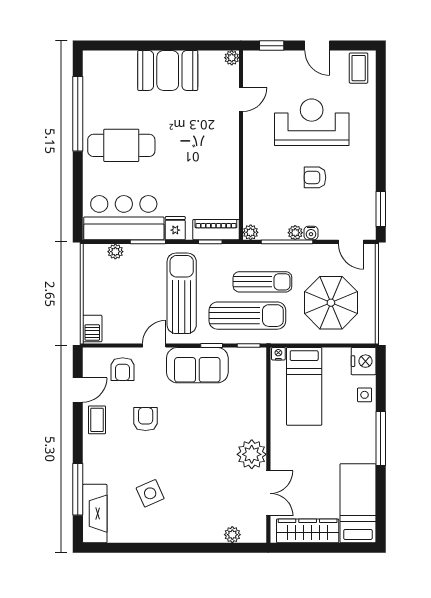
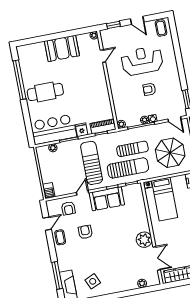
side table: (150, 493) -> (93, 281), moved

